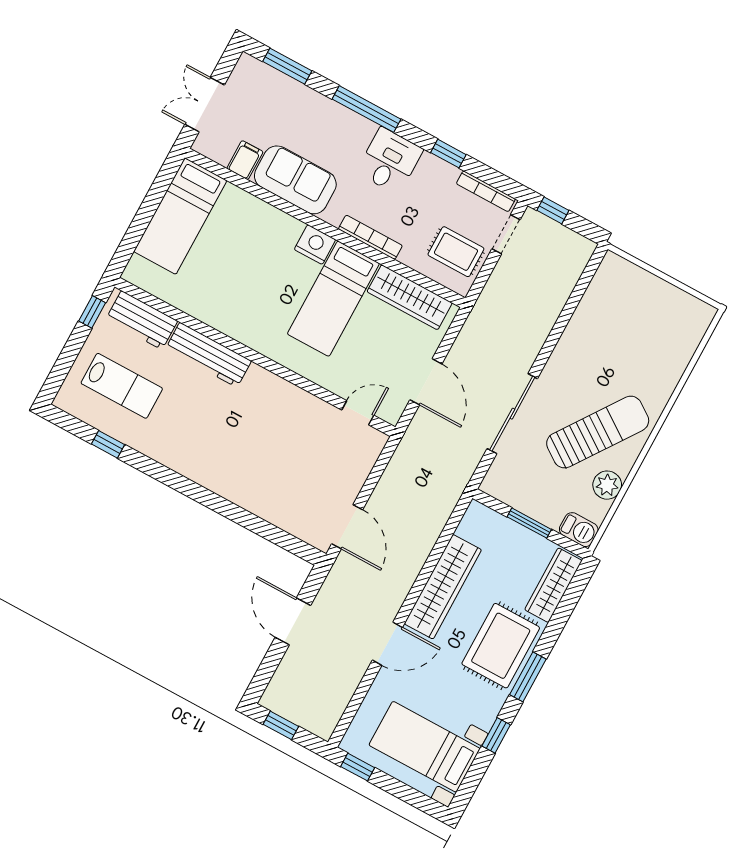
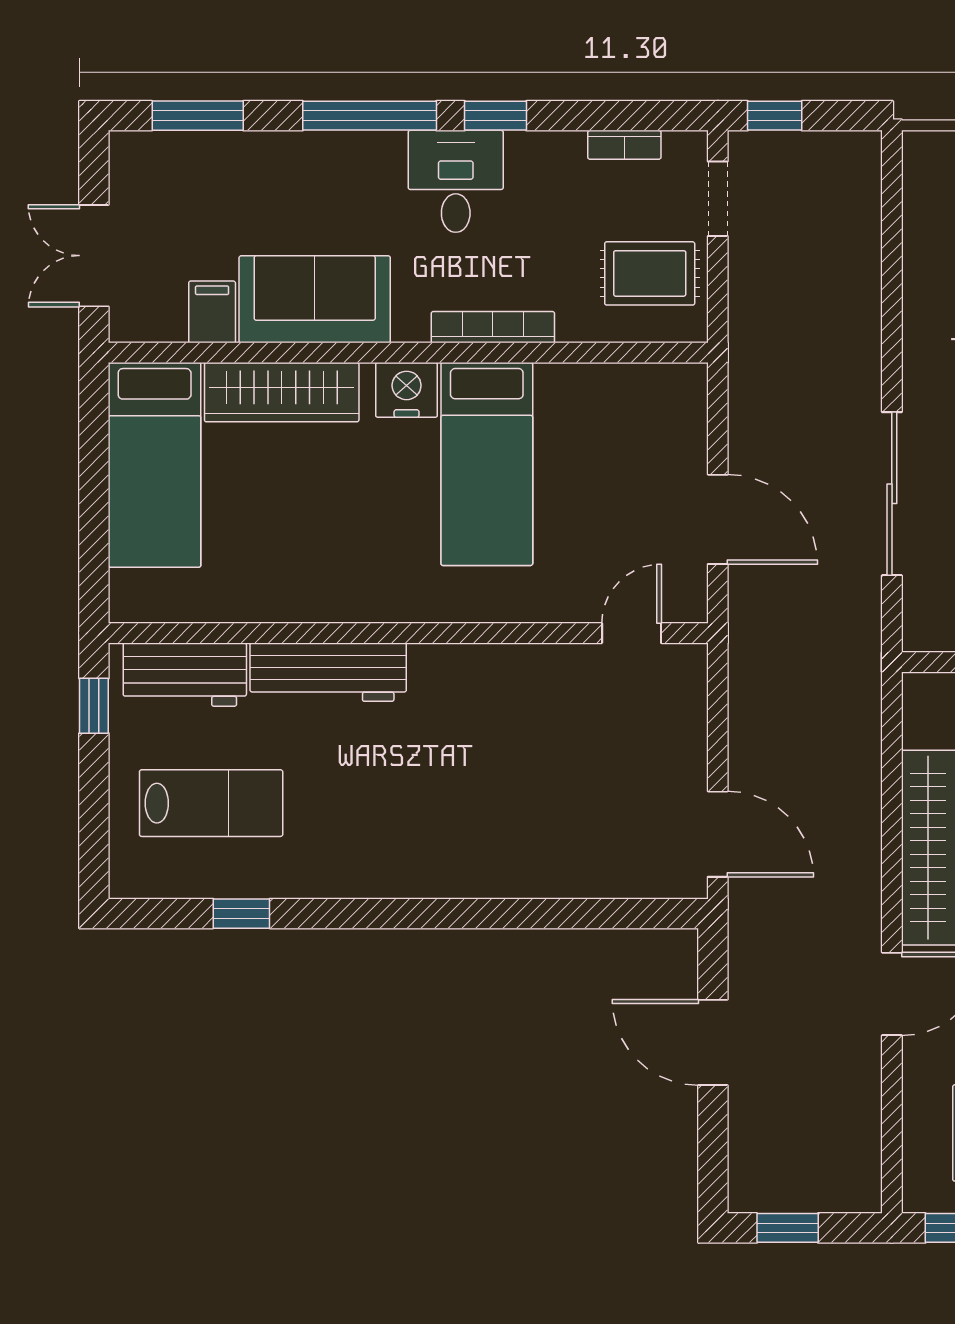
window: (448, 154) -> (496, 116), moved
bookcase: (486, 191) -> (624, 145), width x0.64
wardrobe: (410, 297) -> (282, 392), moved

